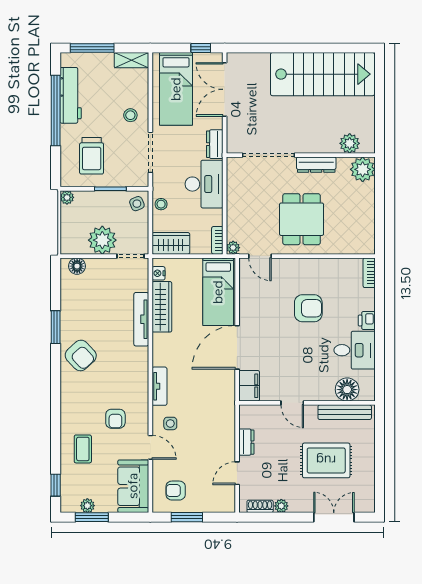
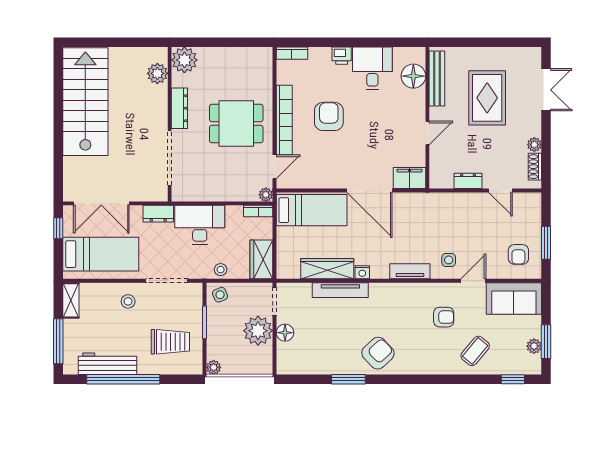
bookcase: (305, 265) -> (284, 120), added
floor lamp: (77, 266) -> (285, 333), moved
nightstand: (158, 273) -> (362, 272), moved
coffee table: (83, 449) -> (475, 351), turned -50
double door: (334, 517) -> (546, 90), swing flipped

